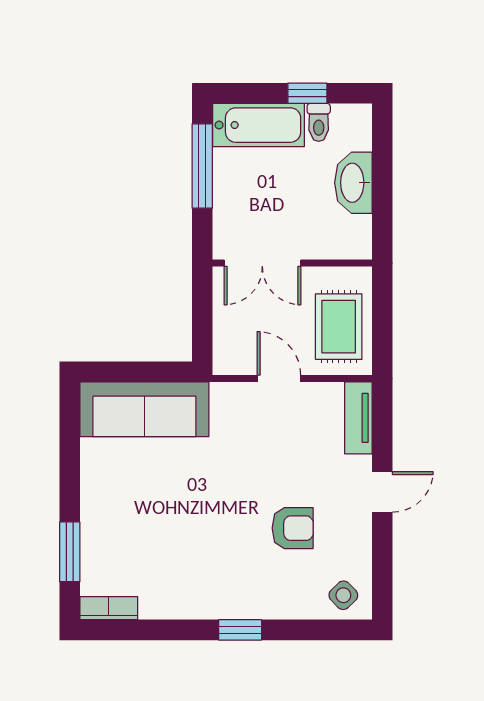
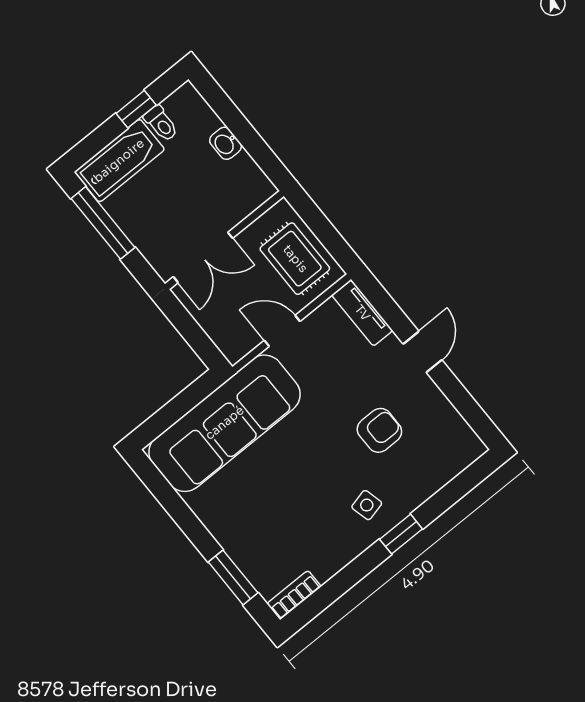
washbasin: (353, 183) -> (225, 143), width x0.52, depth x0.69
sofa: (144, 409) -> (225, 423), width x1.36, depth x1.27
side table: (343, 595) -> (367, 505), moved, turned 30

